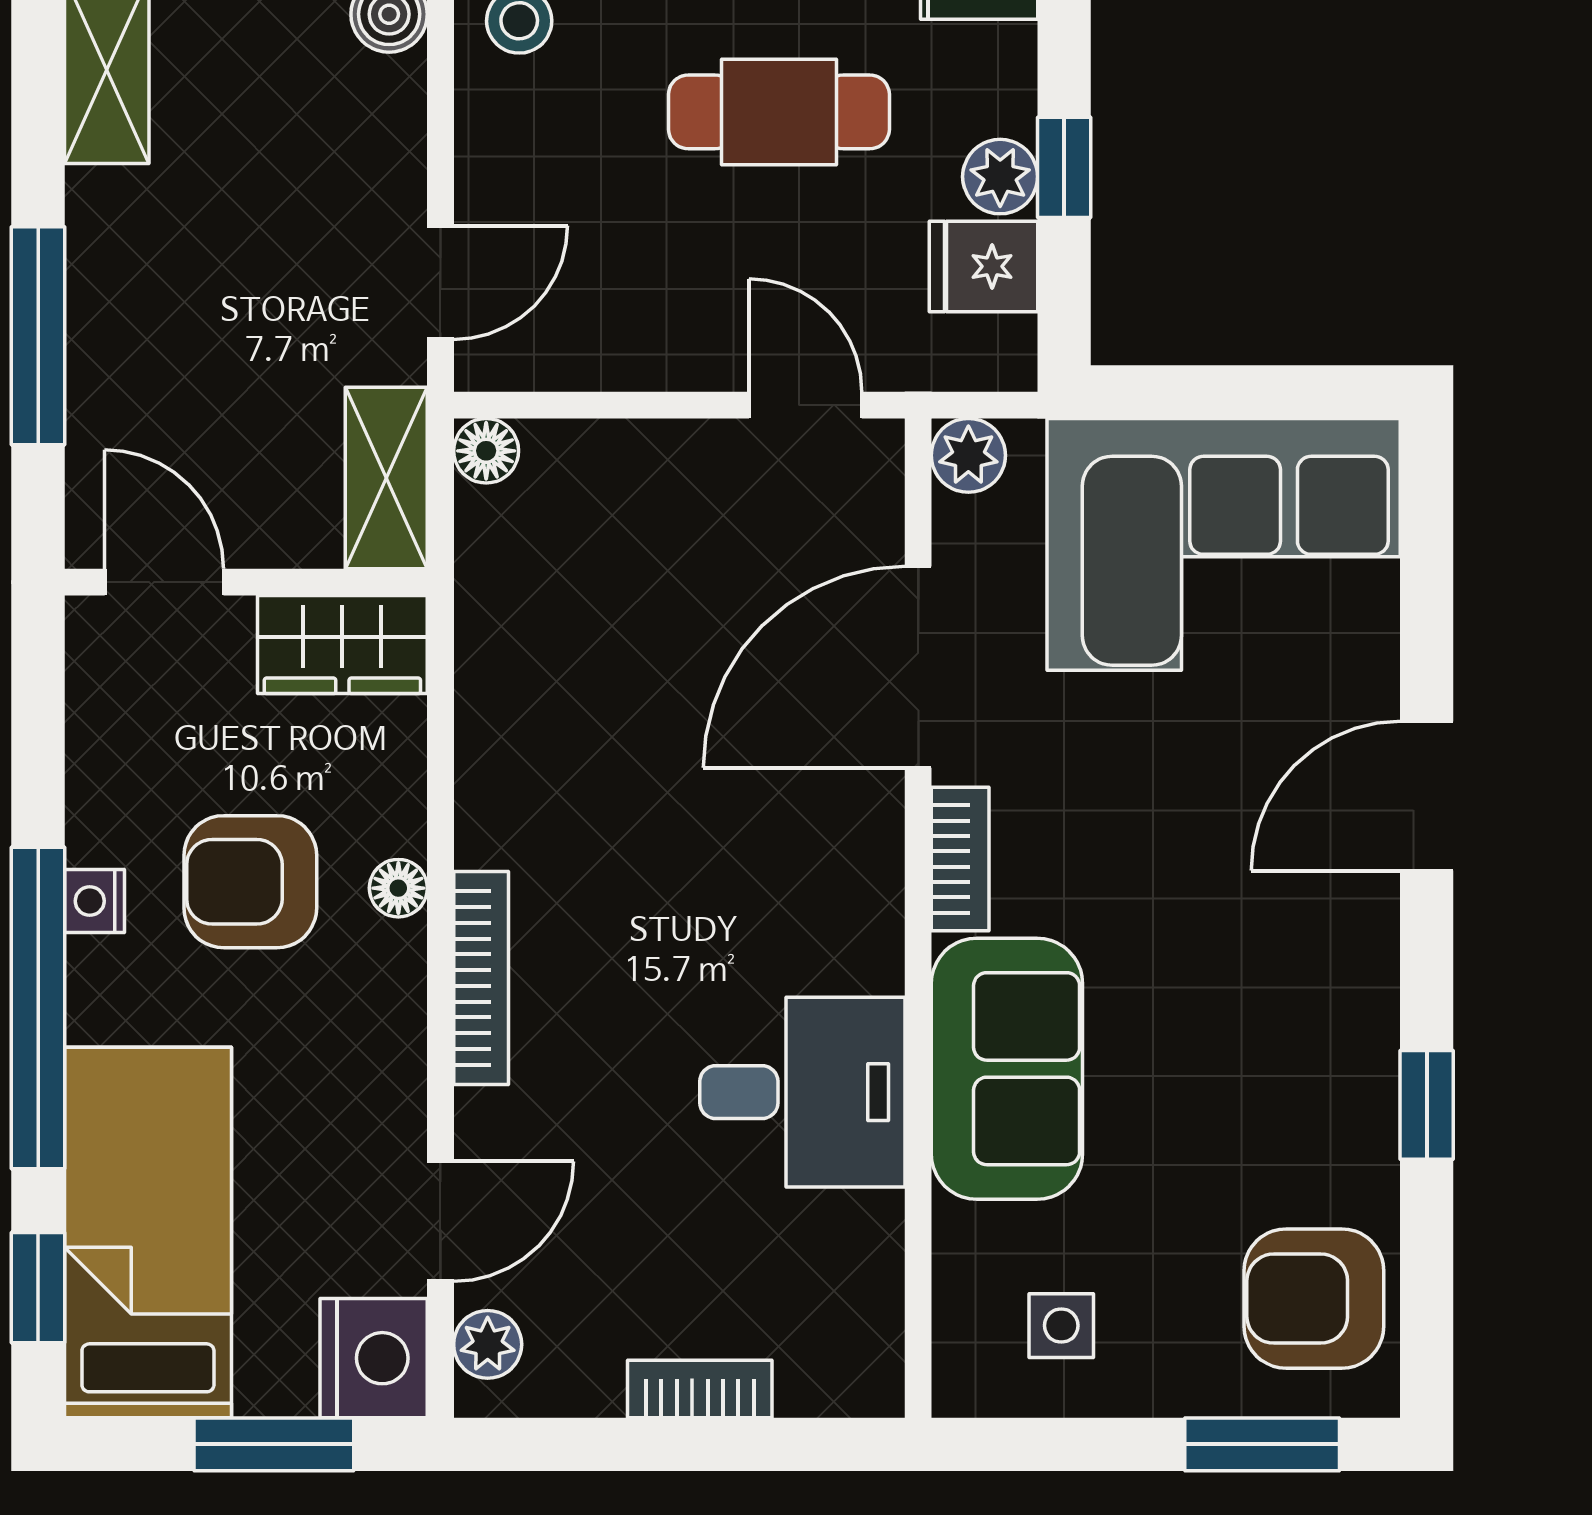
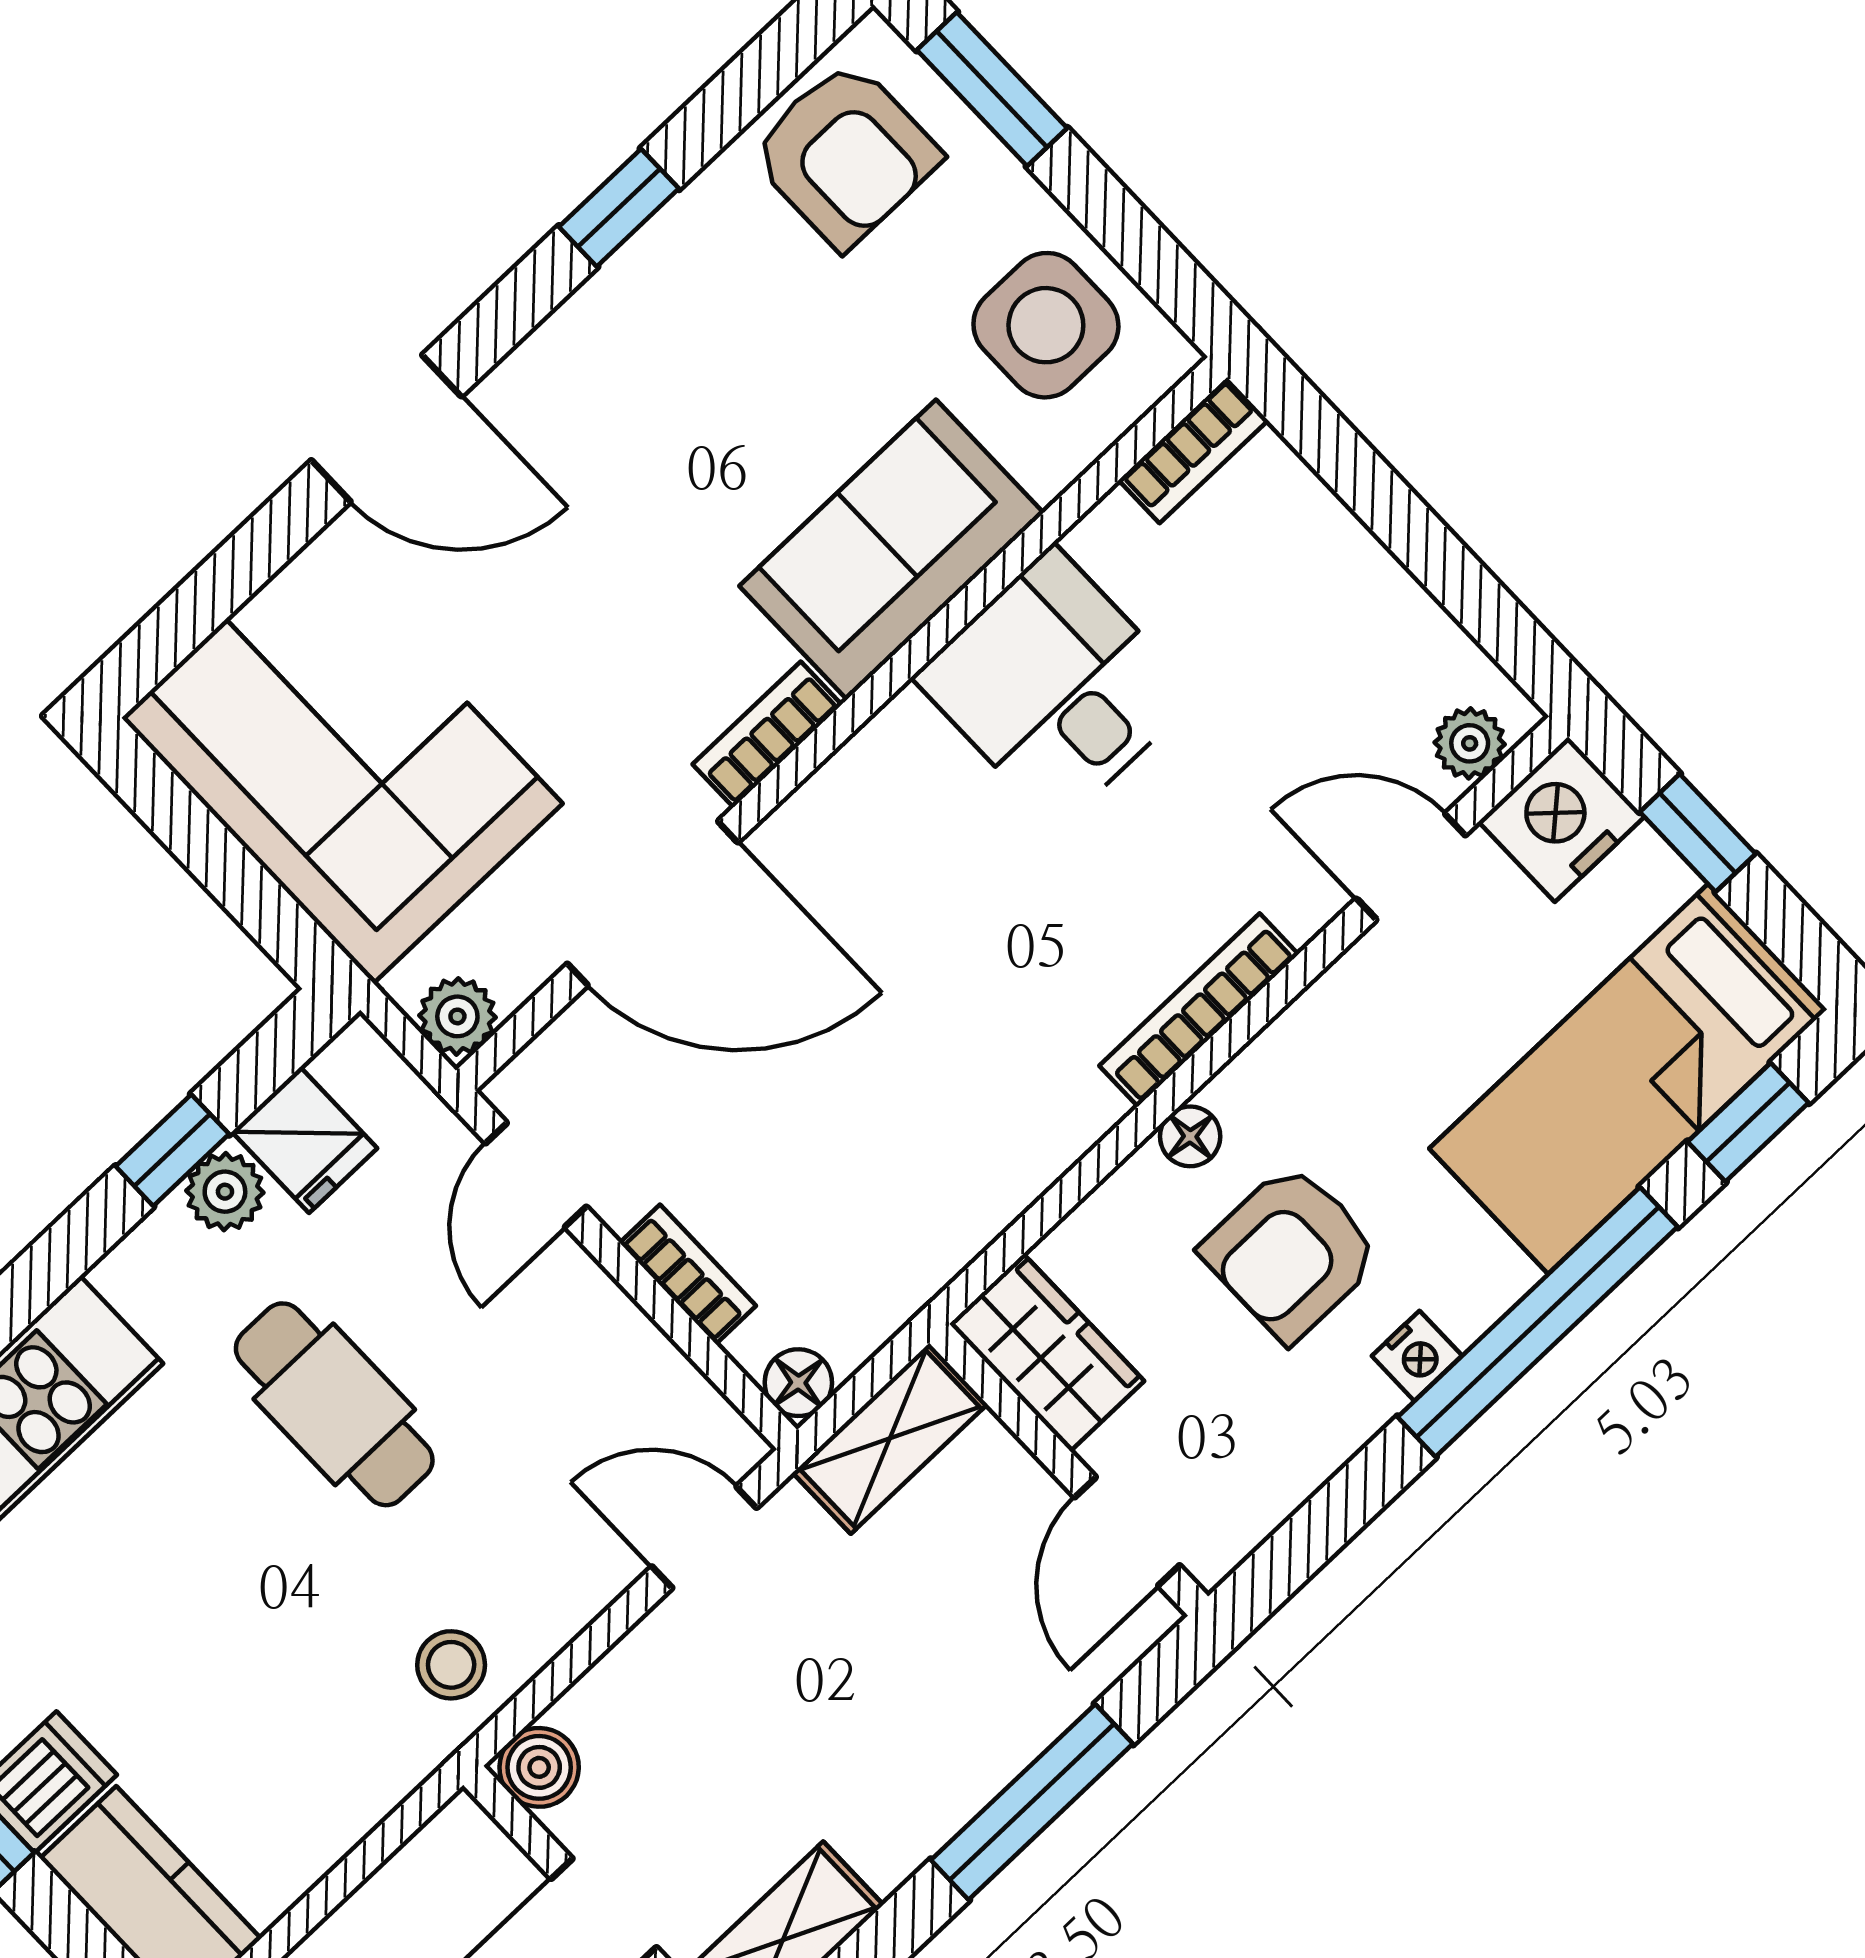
bookcase: (635, 445) -> (688, 1274), added
armchair: (250, 882) -> (1291, 1252), turned 90
side table: (1061, 1326) -> (1046, 325), width x1.87, depth x1.87
bookcase: (700, 1389) -> (1193, 450), moved, turned -90
window: (274, 1444) -> (1698, 833), width x0.67

